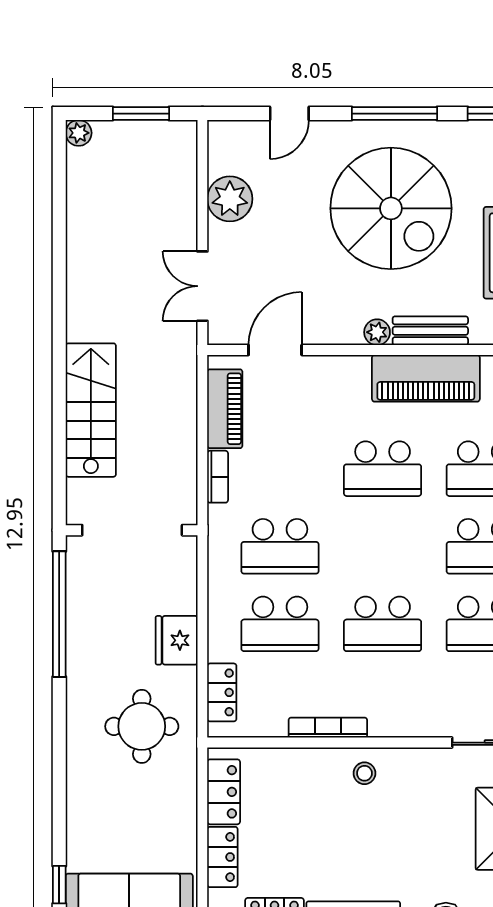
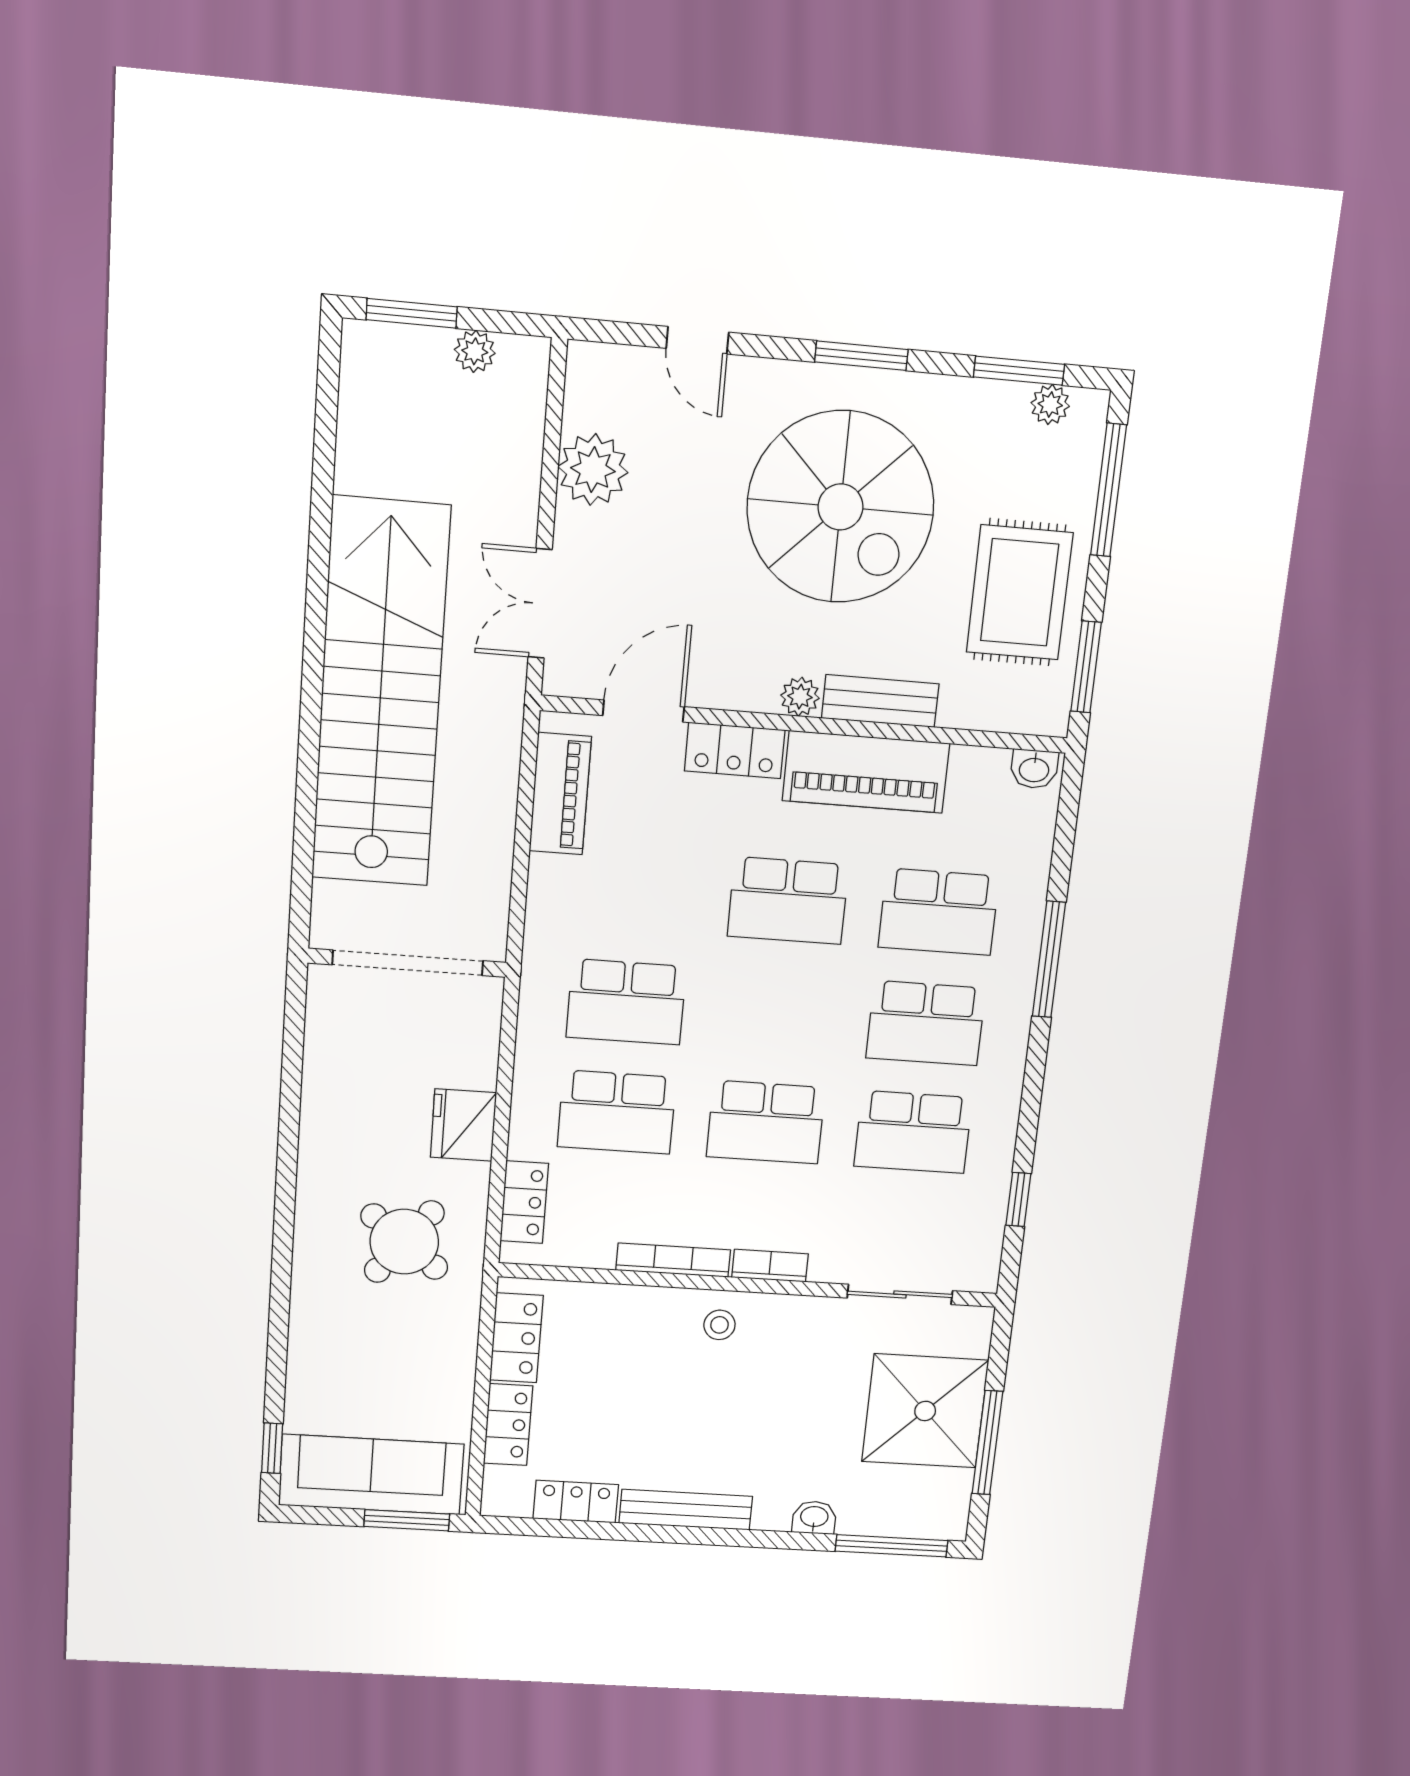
window: (141, 114) -> (412, 313), moved
door: (289, 114) -> (697, 340), hinge flipped
window: (394, 114) -> (861, 356), width x0.69
plant: (79, 133) -> (475, 351), moved
locker: (337, 371) -> (735, 750), added
stairs: (91, 410) -> (380, 694), width x1.86, depth x1.51
bookcase: (218, 477) -> (770, 1266), moved, turned -90
window: (59, 614) -> (292, 1076), removed
round table: (142, 726) -> (404, 1242), turned 38

